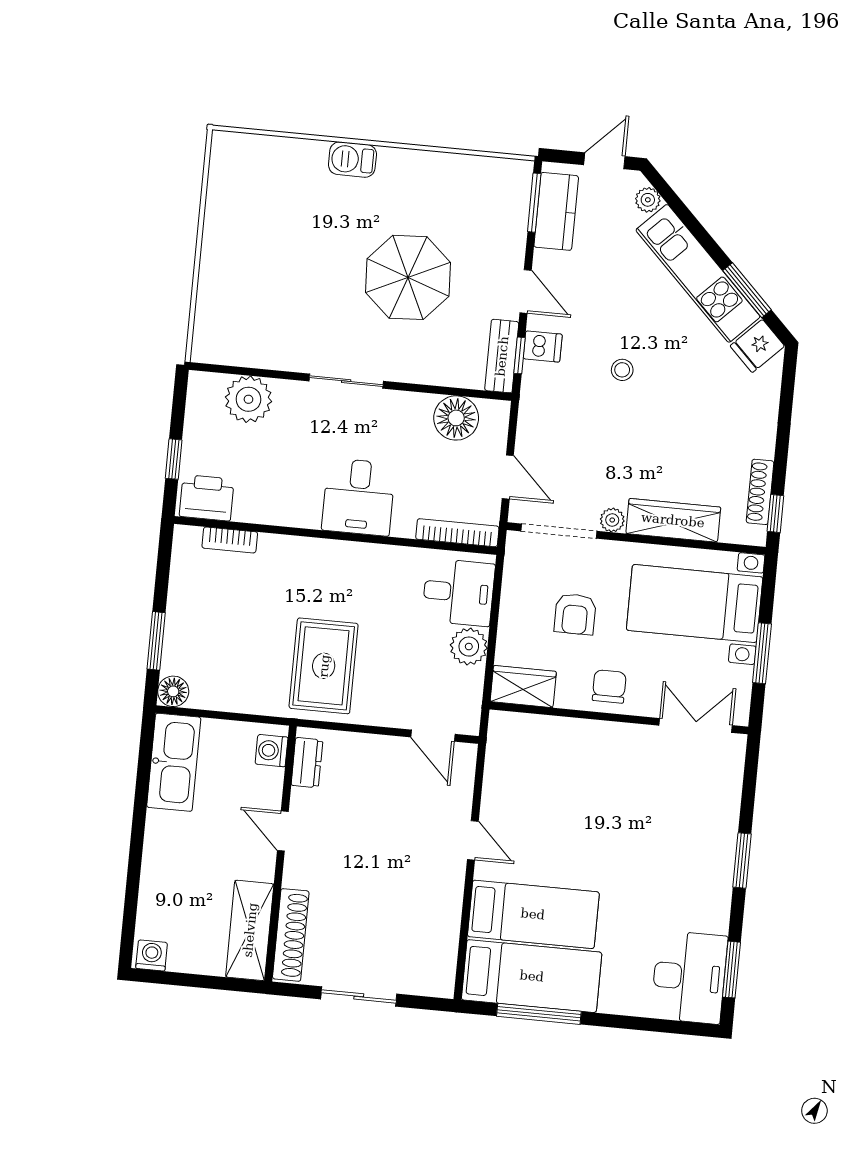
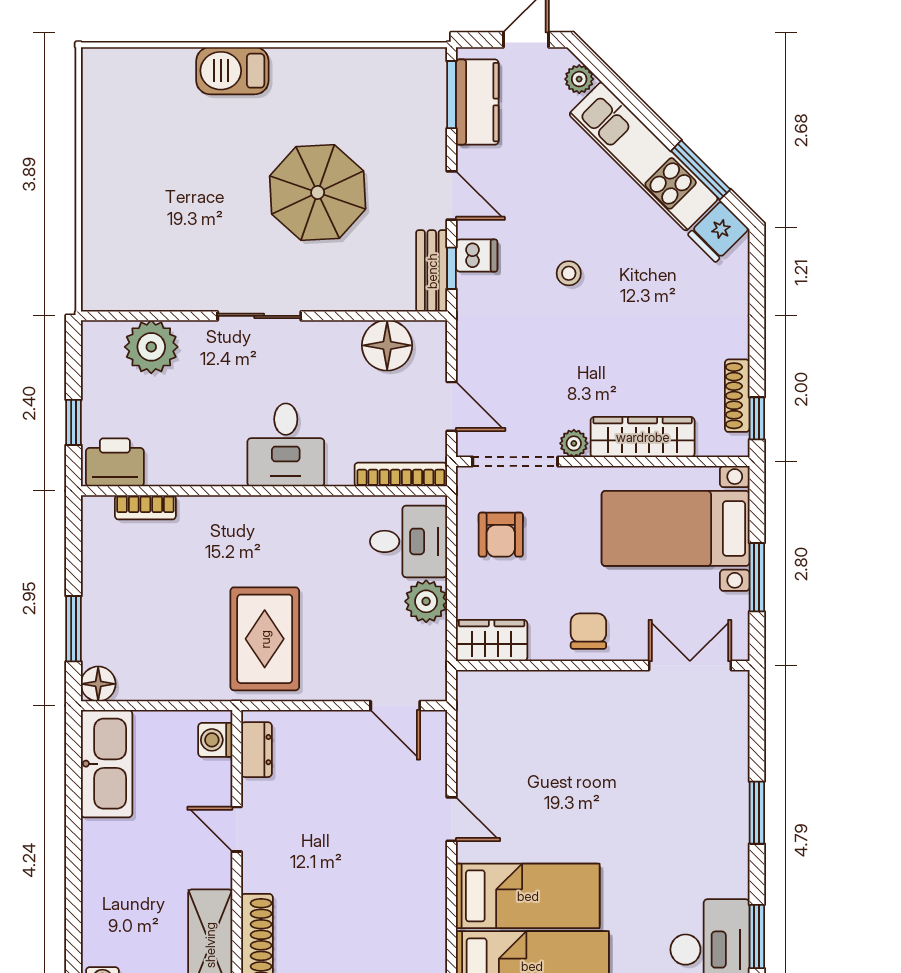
barbecue: (352, 160) -> (232, 71), width x1.38, depth x1.27
armchair: (575, 614) -> (501, 535), moved

